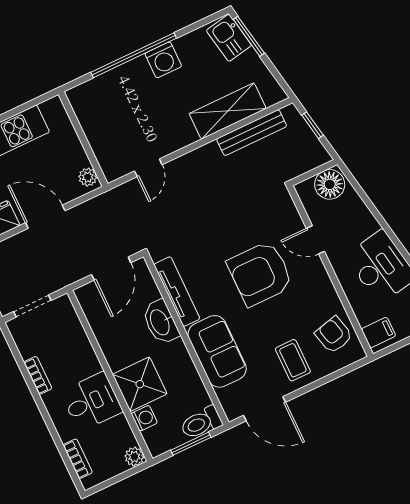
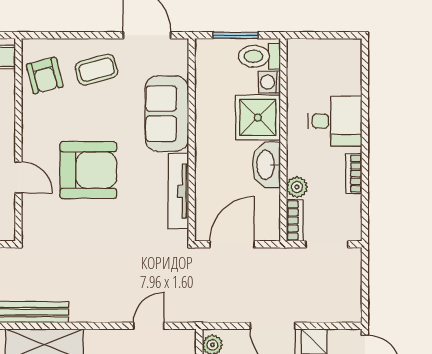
washbasin: (160, 322) -> (266, 165), moved, turned 180
coffee table: (293, 360) -> (97, 70), turned 75
desk: (92, 402) -> (335, 121), moved, turned 180
toilet: (201, 423) -> (259, 56), moved, turned 180
plant: (134, 457) -> (297, 187), moved
bookcase: (78, 459) -> (295, 220), moved, turned 180

